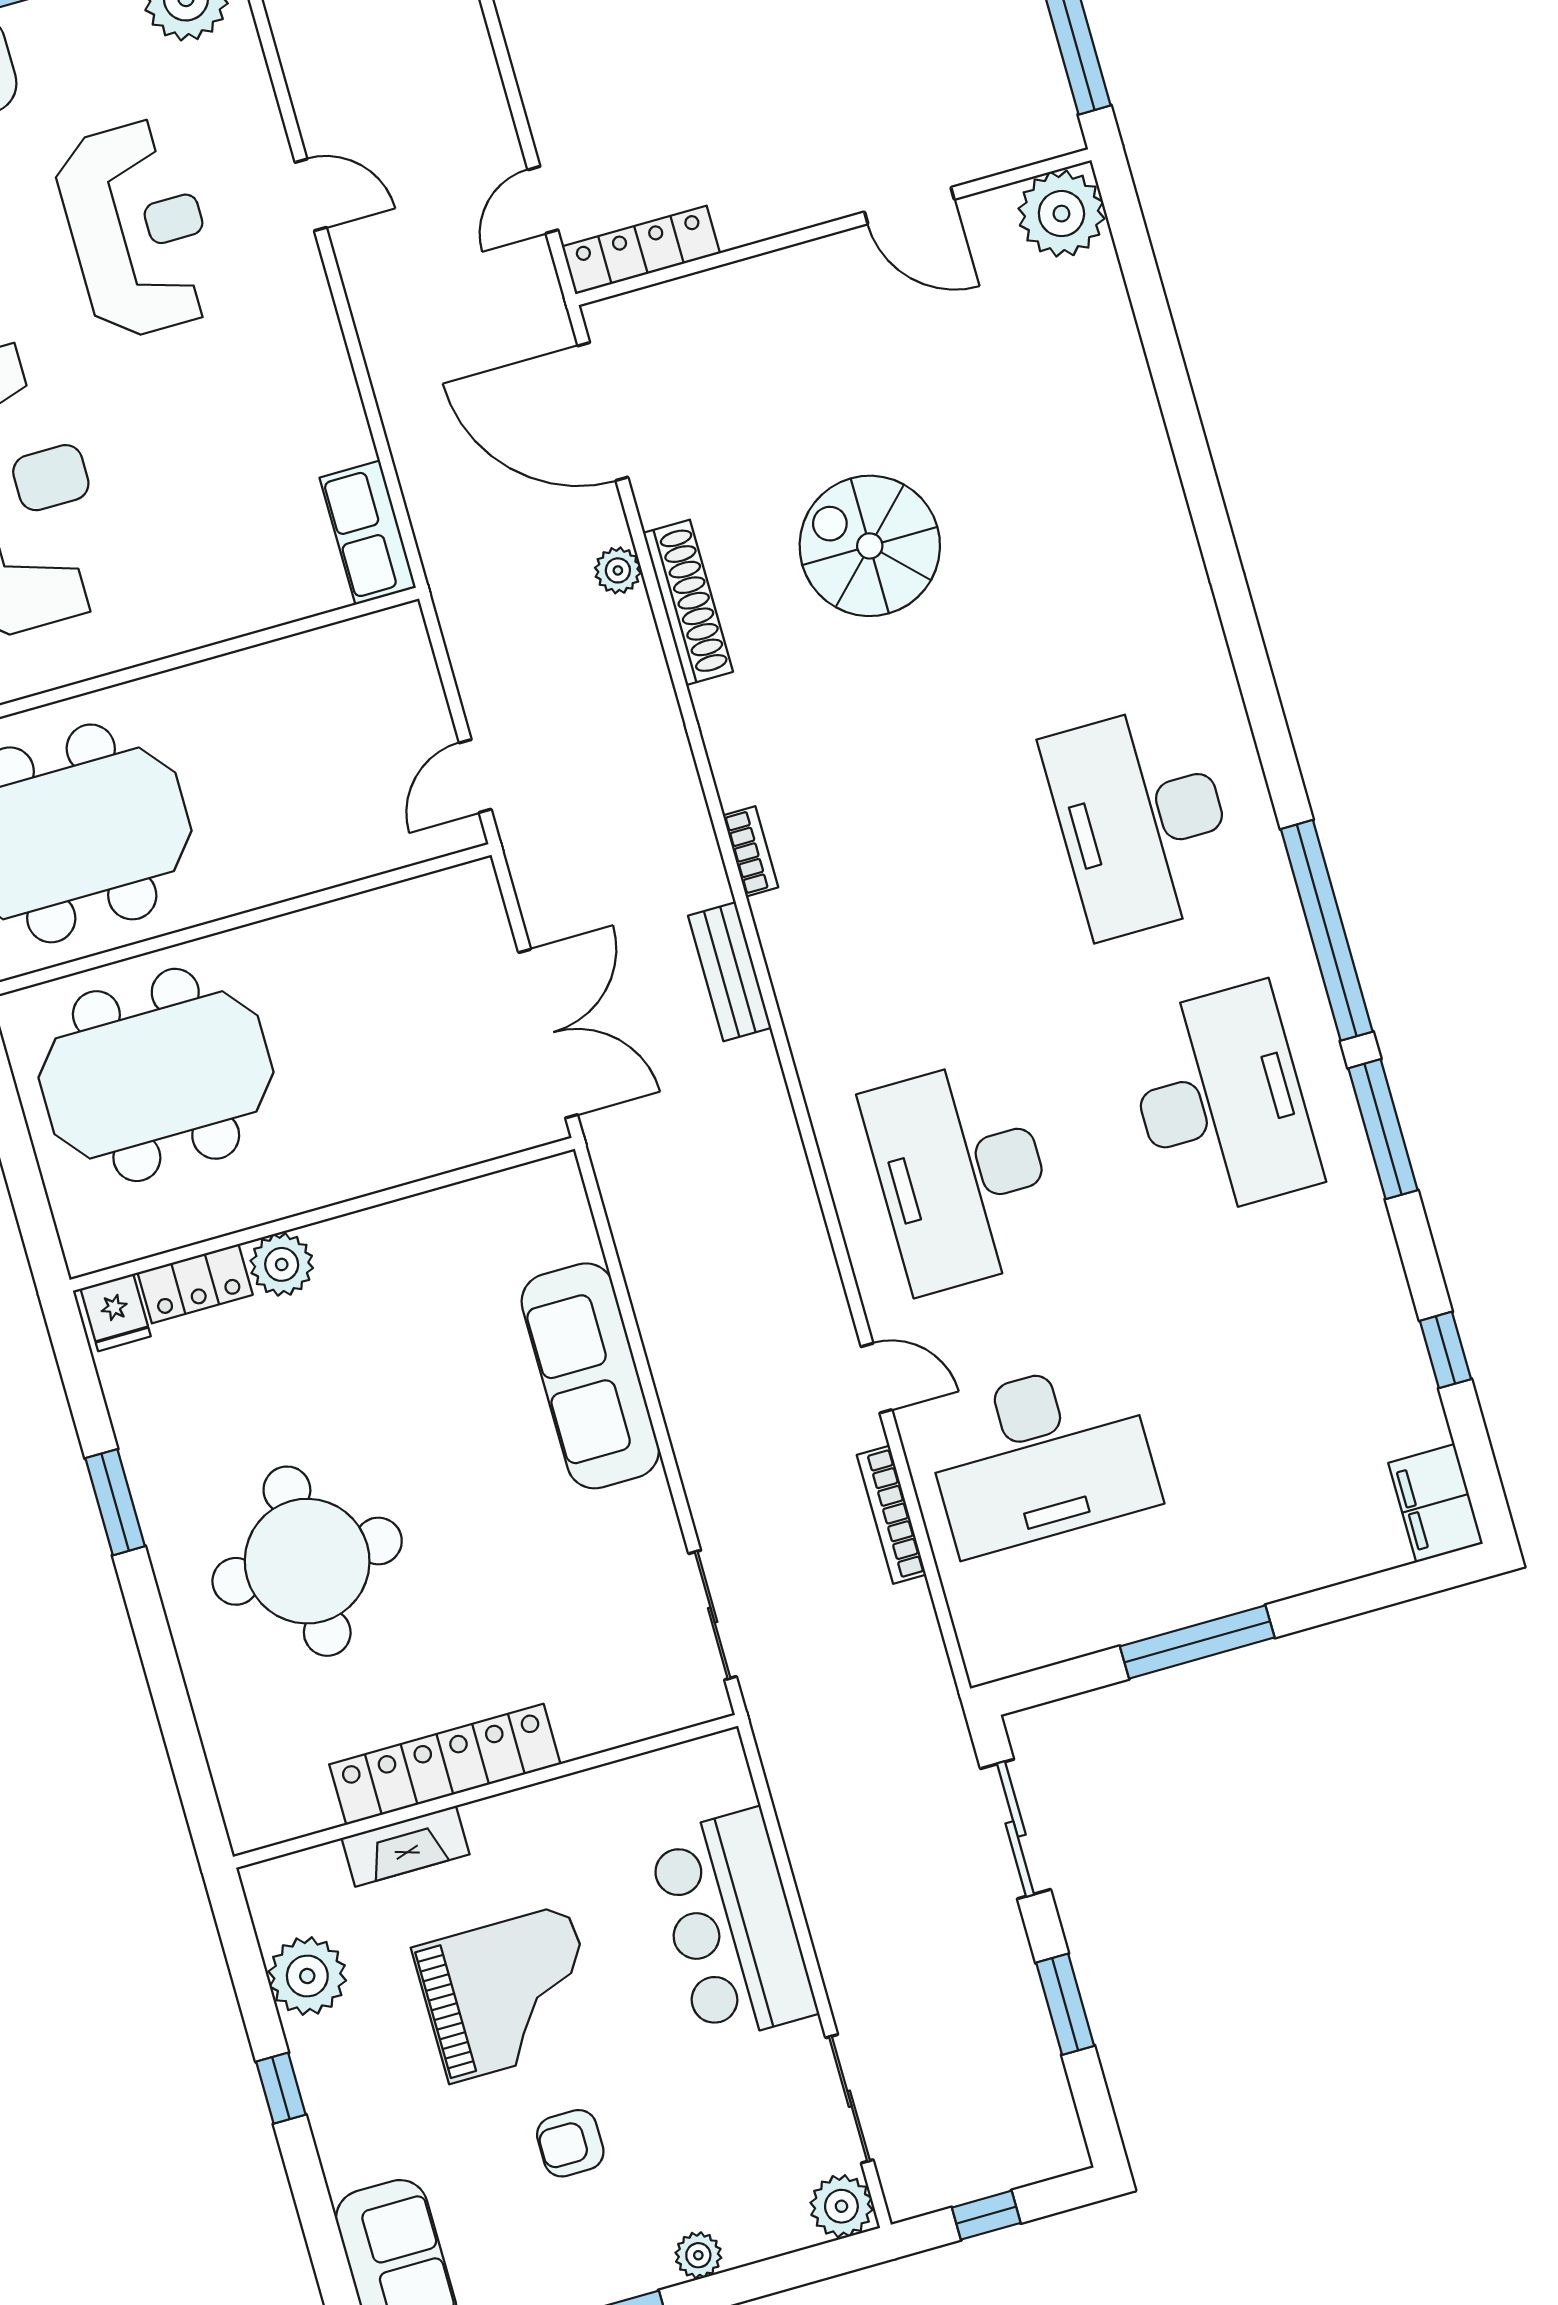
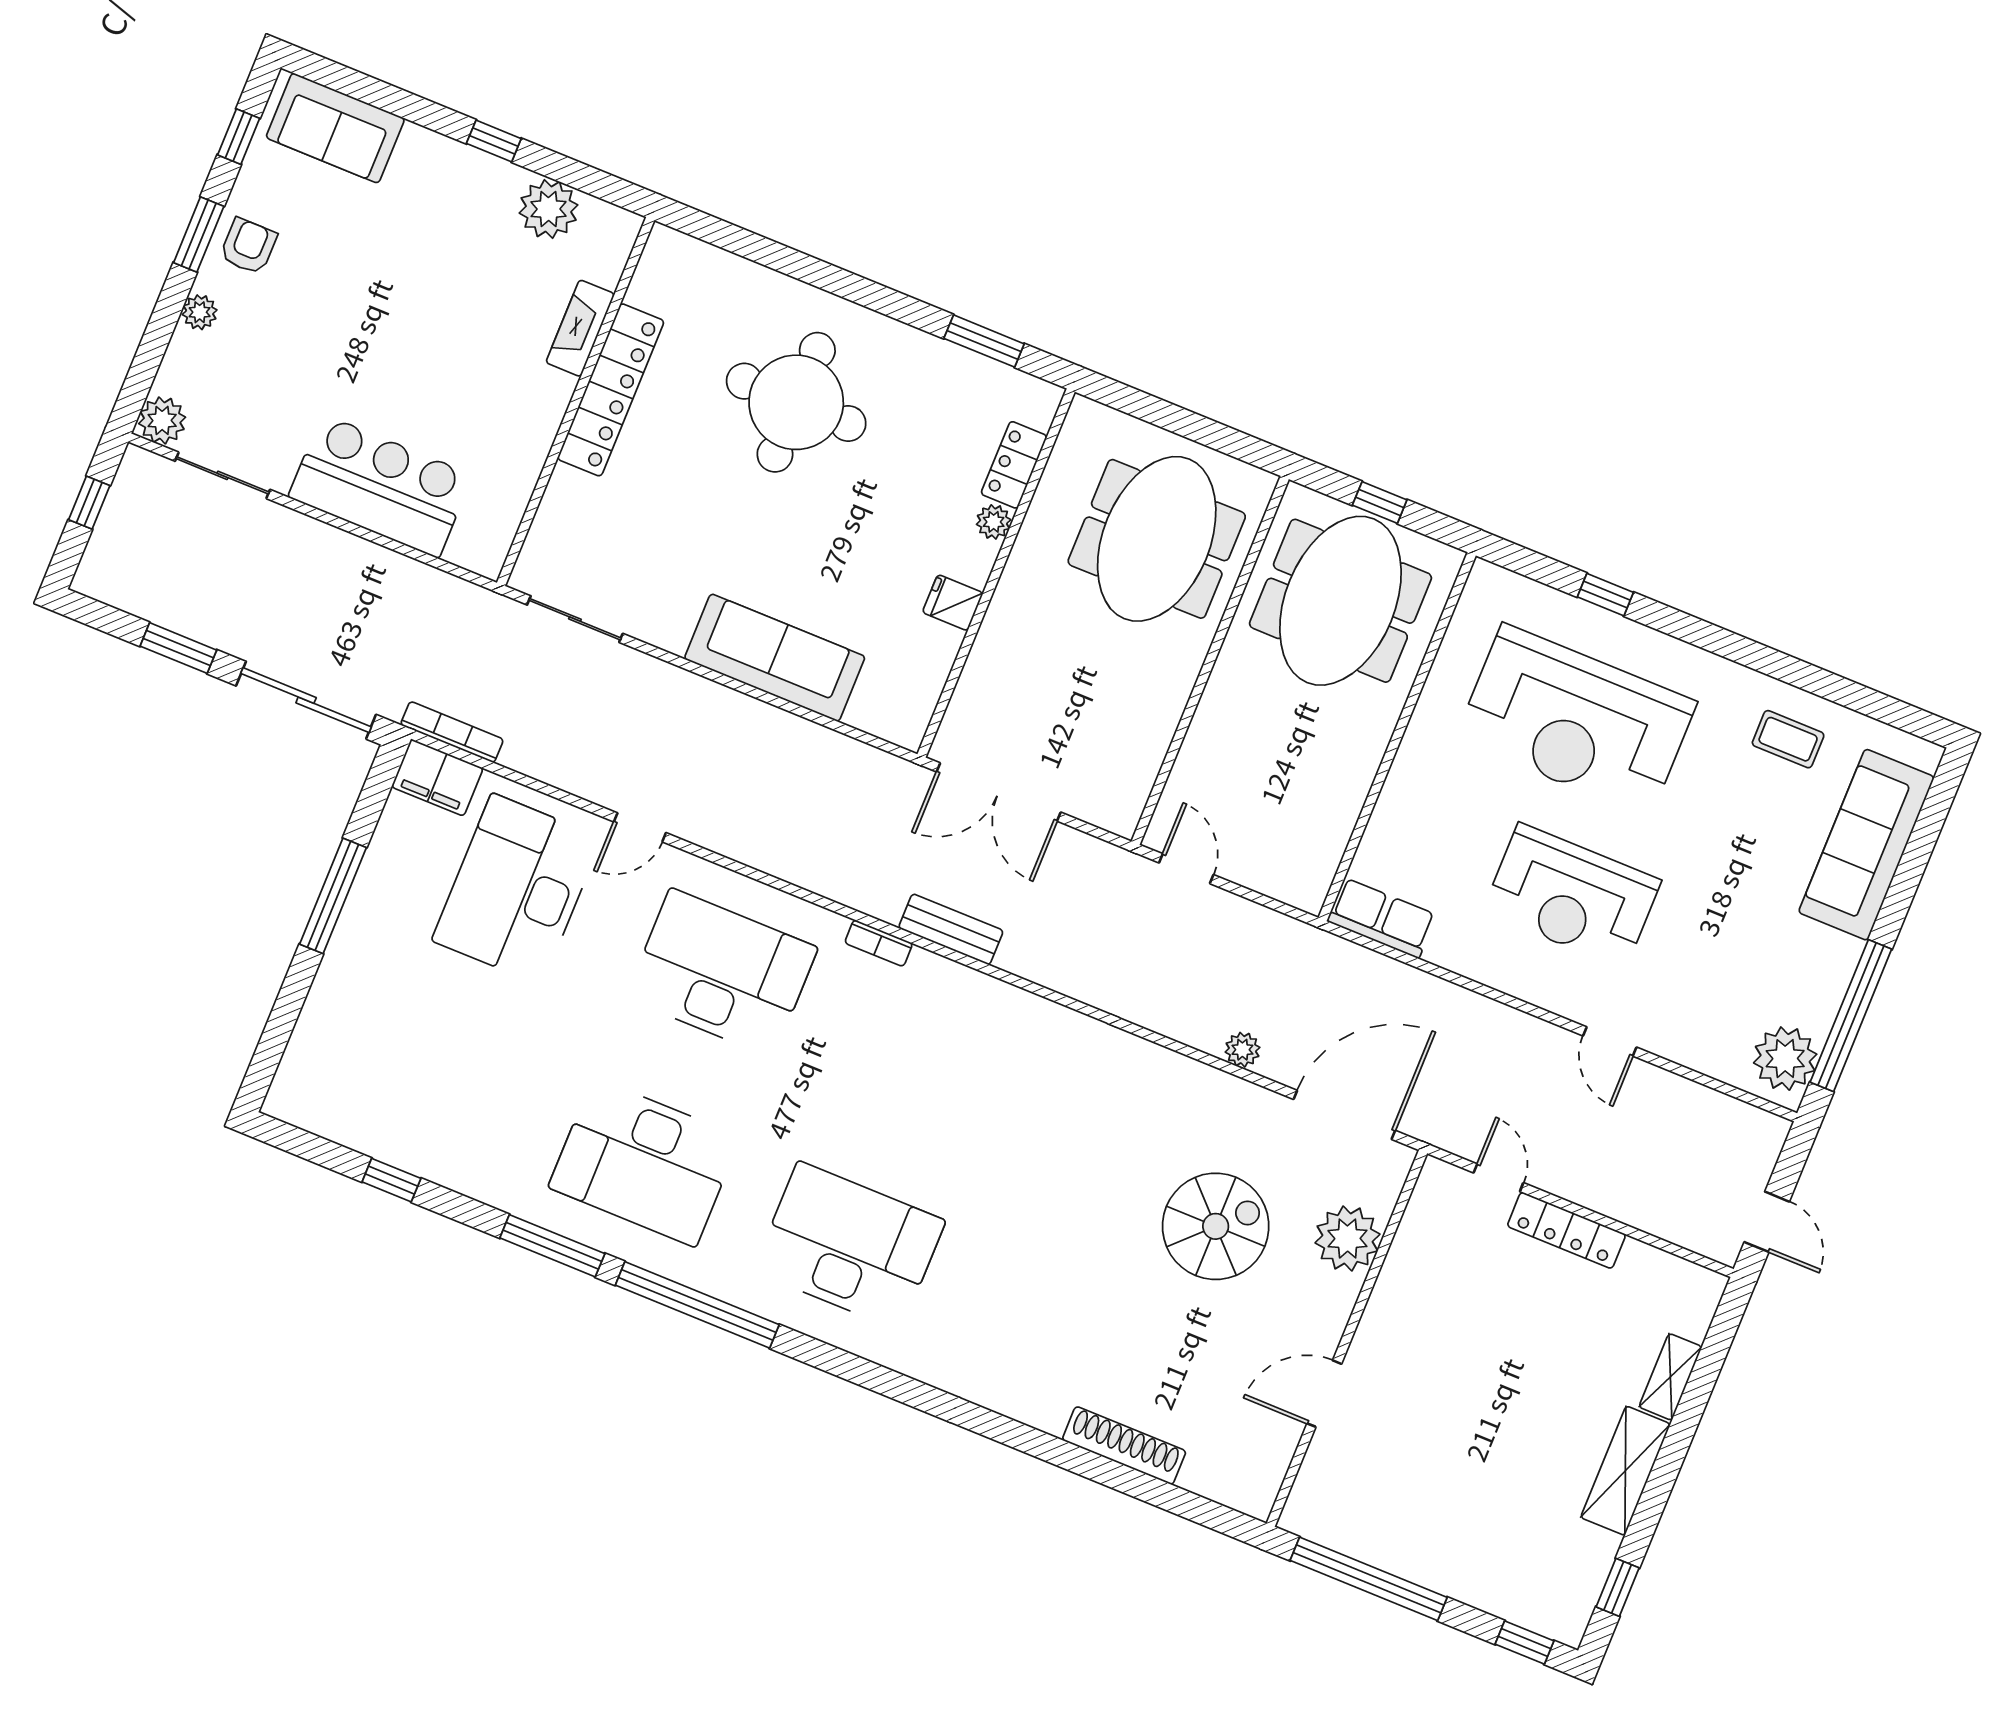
door: (311, 195) -> (1610, 1041), hinge flipped
plant: (1061, 214) -> (1347, 1239), moved
reception desk: (137, 229) -> (1572, 896), moved
locker: (641, 250) -> (1566, 1230), moved, turned 90
spiral stairs: (870, 546) -> (1216, 1226), moved
shoe rack: (688, 602) -> (1124, 1445), moved, turned 180
bookcase: (751, 851) -> (879, 943), moved
plant: (282, 1264) -> (994, 522), width x0.73, depth x0.73
fridge: (116, 1312) -> (953, 603), moved
window: (115, 1502) -> (984, 341), moved
filing cabinet: (1436, 1503) -> (437, 777), moved, turned 180
bookcase: (891, 1515) -> (452, 732), moved
sliding door: (1016, 1829) -> (306, 700), width x1.37
grand piano: (509, 1994) -> (444, 321), removed
armchair: (570, 2143) -> (248, 246), moved

